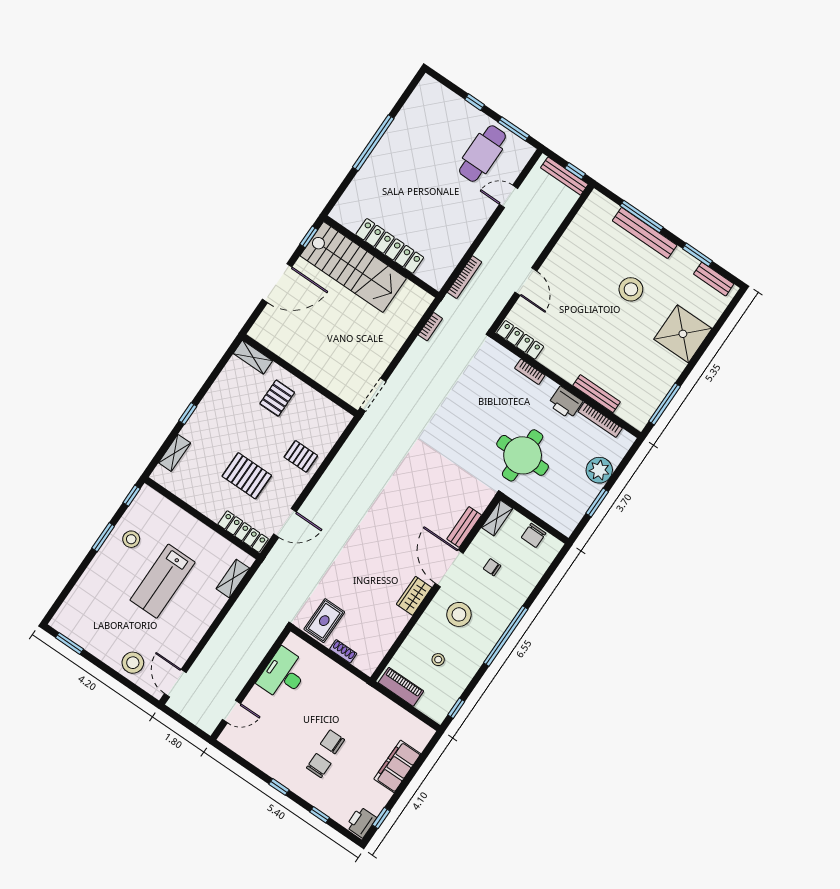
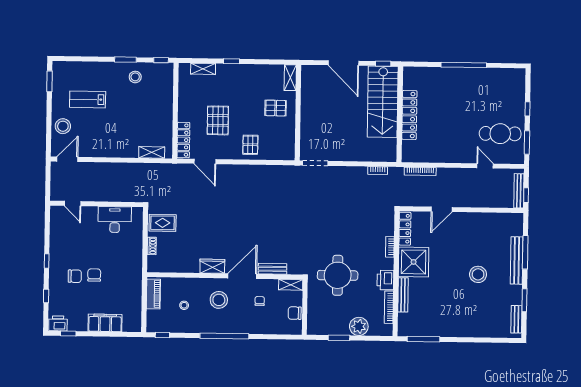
shower: (683, 334) -> (414, 262), moved
lab bench: (163, 581) -> (88, 99), moved, width x0.73, depth x0.72

